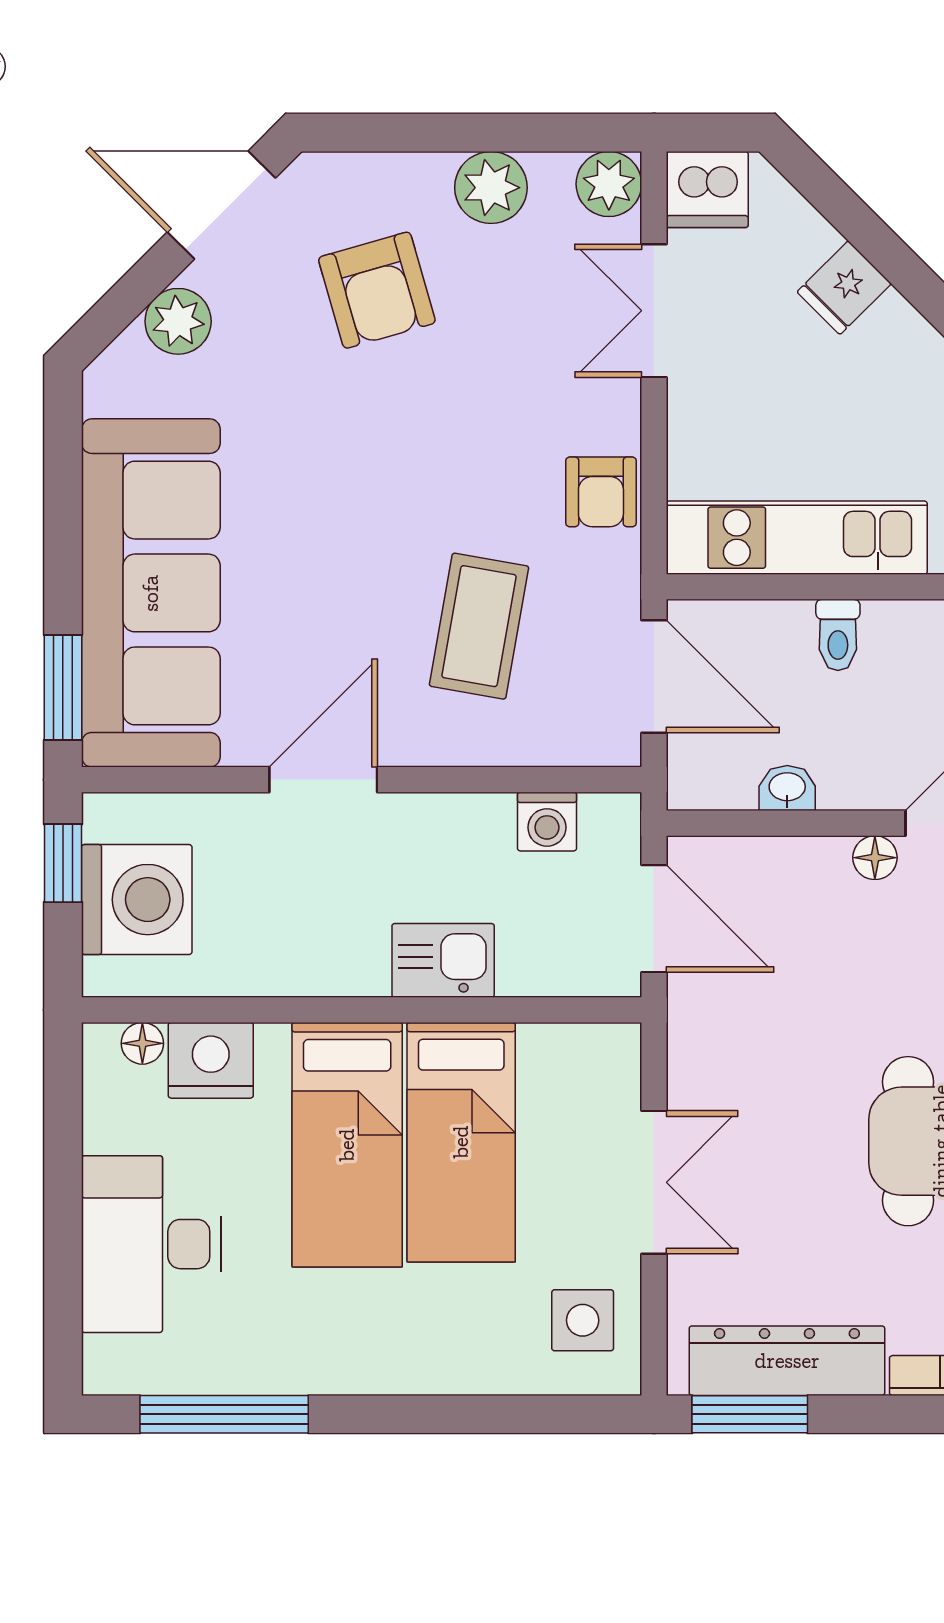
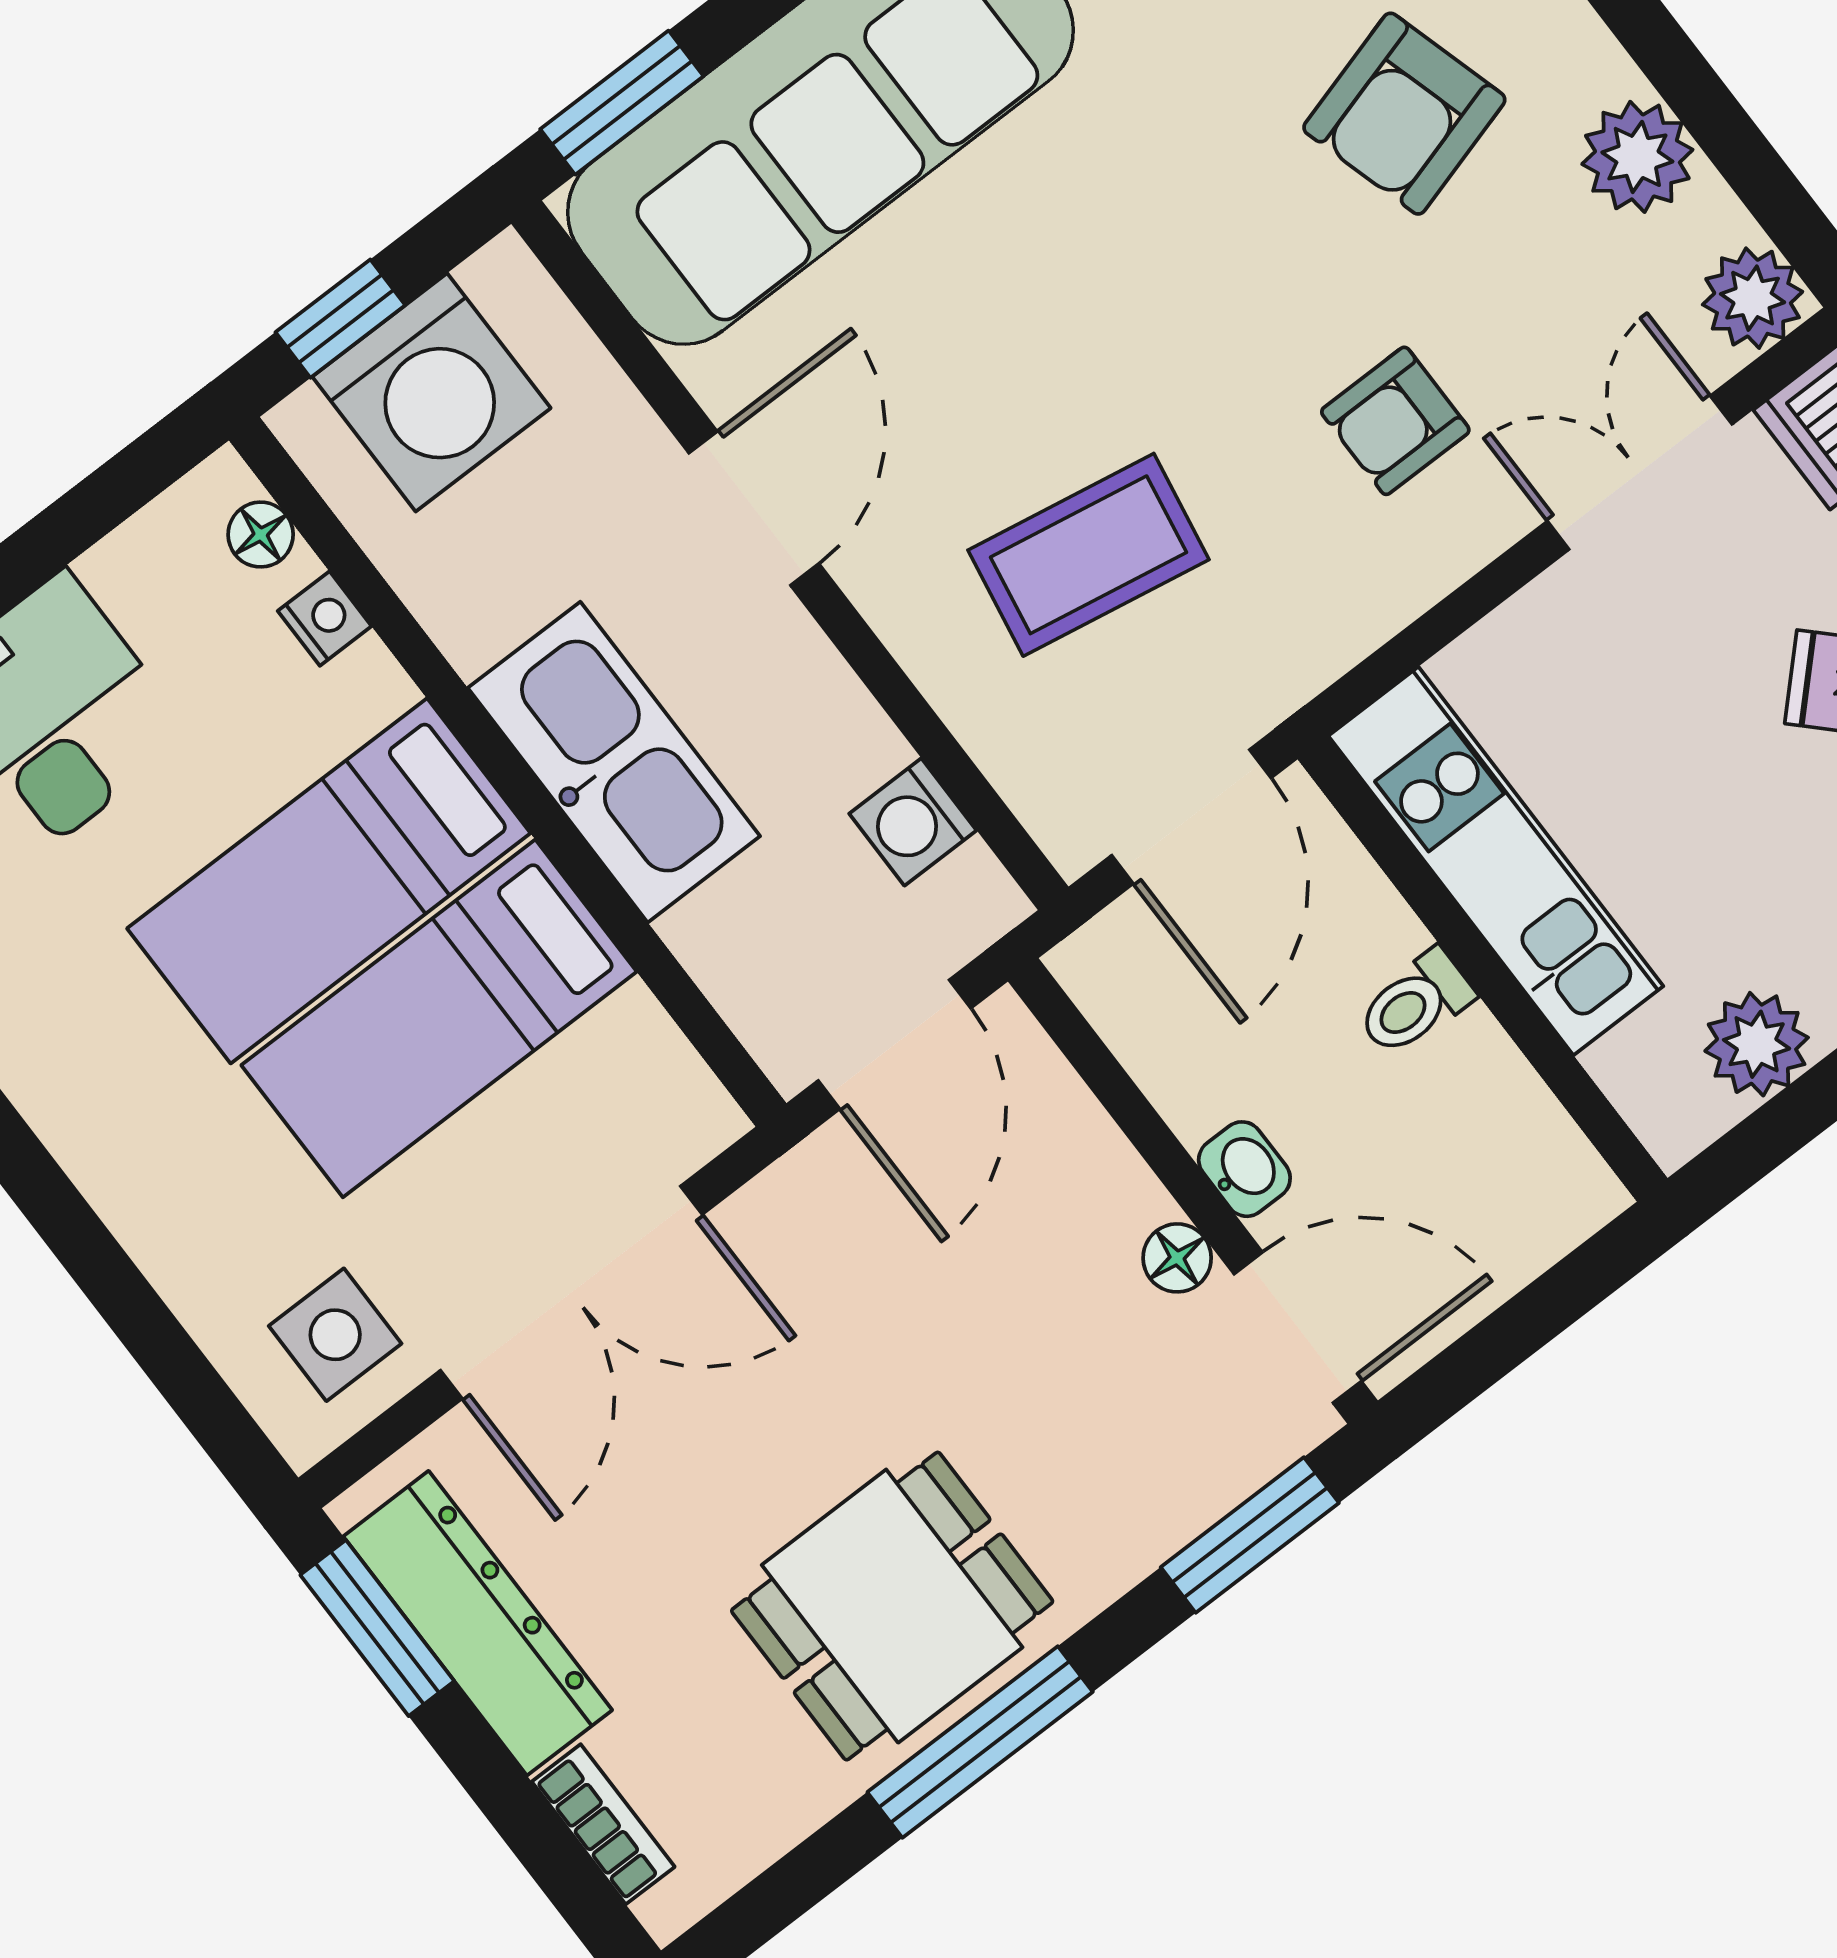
armchair: (601, 492) -> (1395, 421), moved
door: (323, 780) -> (754, 508), hinge flipped
washbasin: (787, 788) -> (1244, 1169), moved
window: (63, 863) -> (340, 319), moved
kitchen sink: (443, 960) -> (614, 762), width x1.88, depth x1.24
nightstand: (211, 1060) -> (325, 618), width x0.53, depth x0.56
double door: (654, 1182) -> (571, 1292), width x1.37

